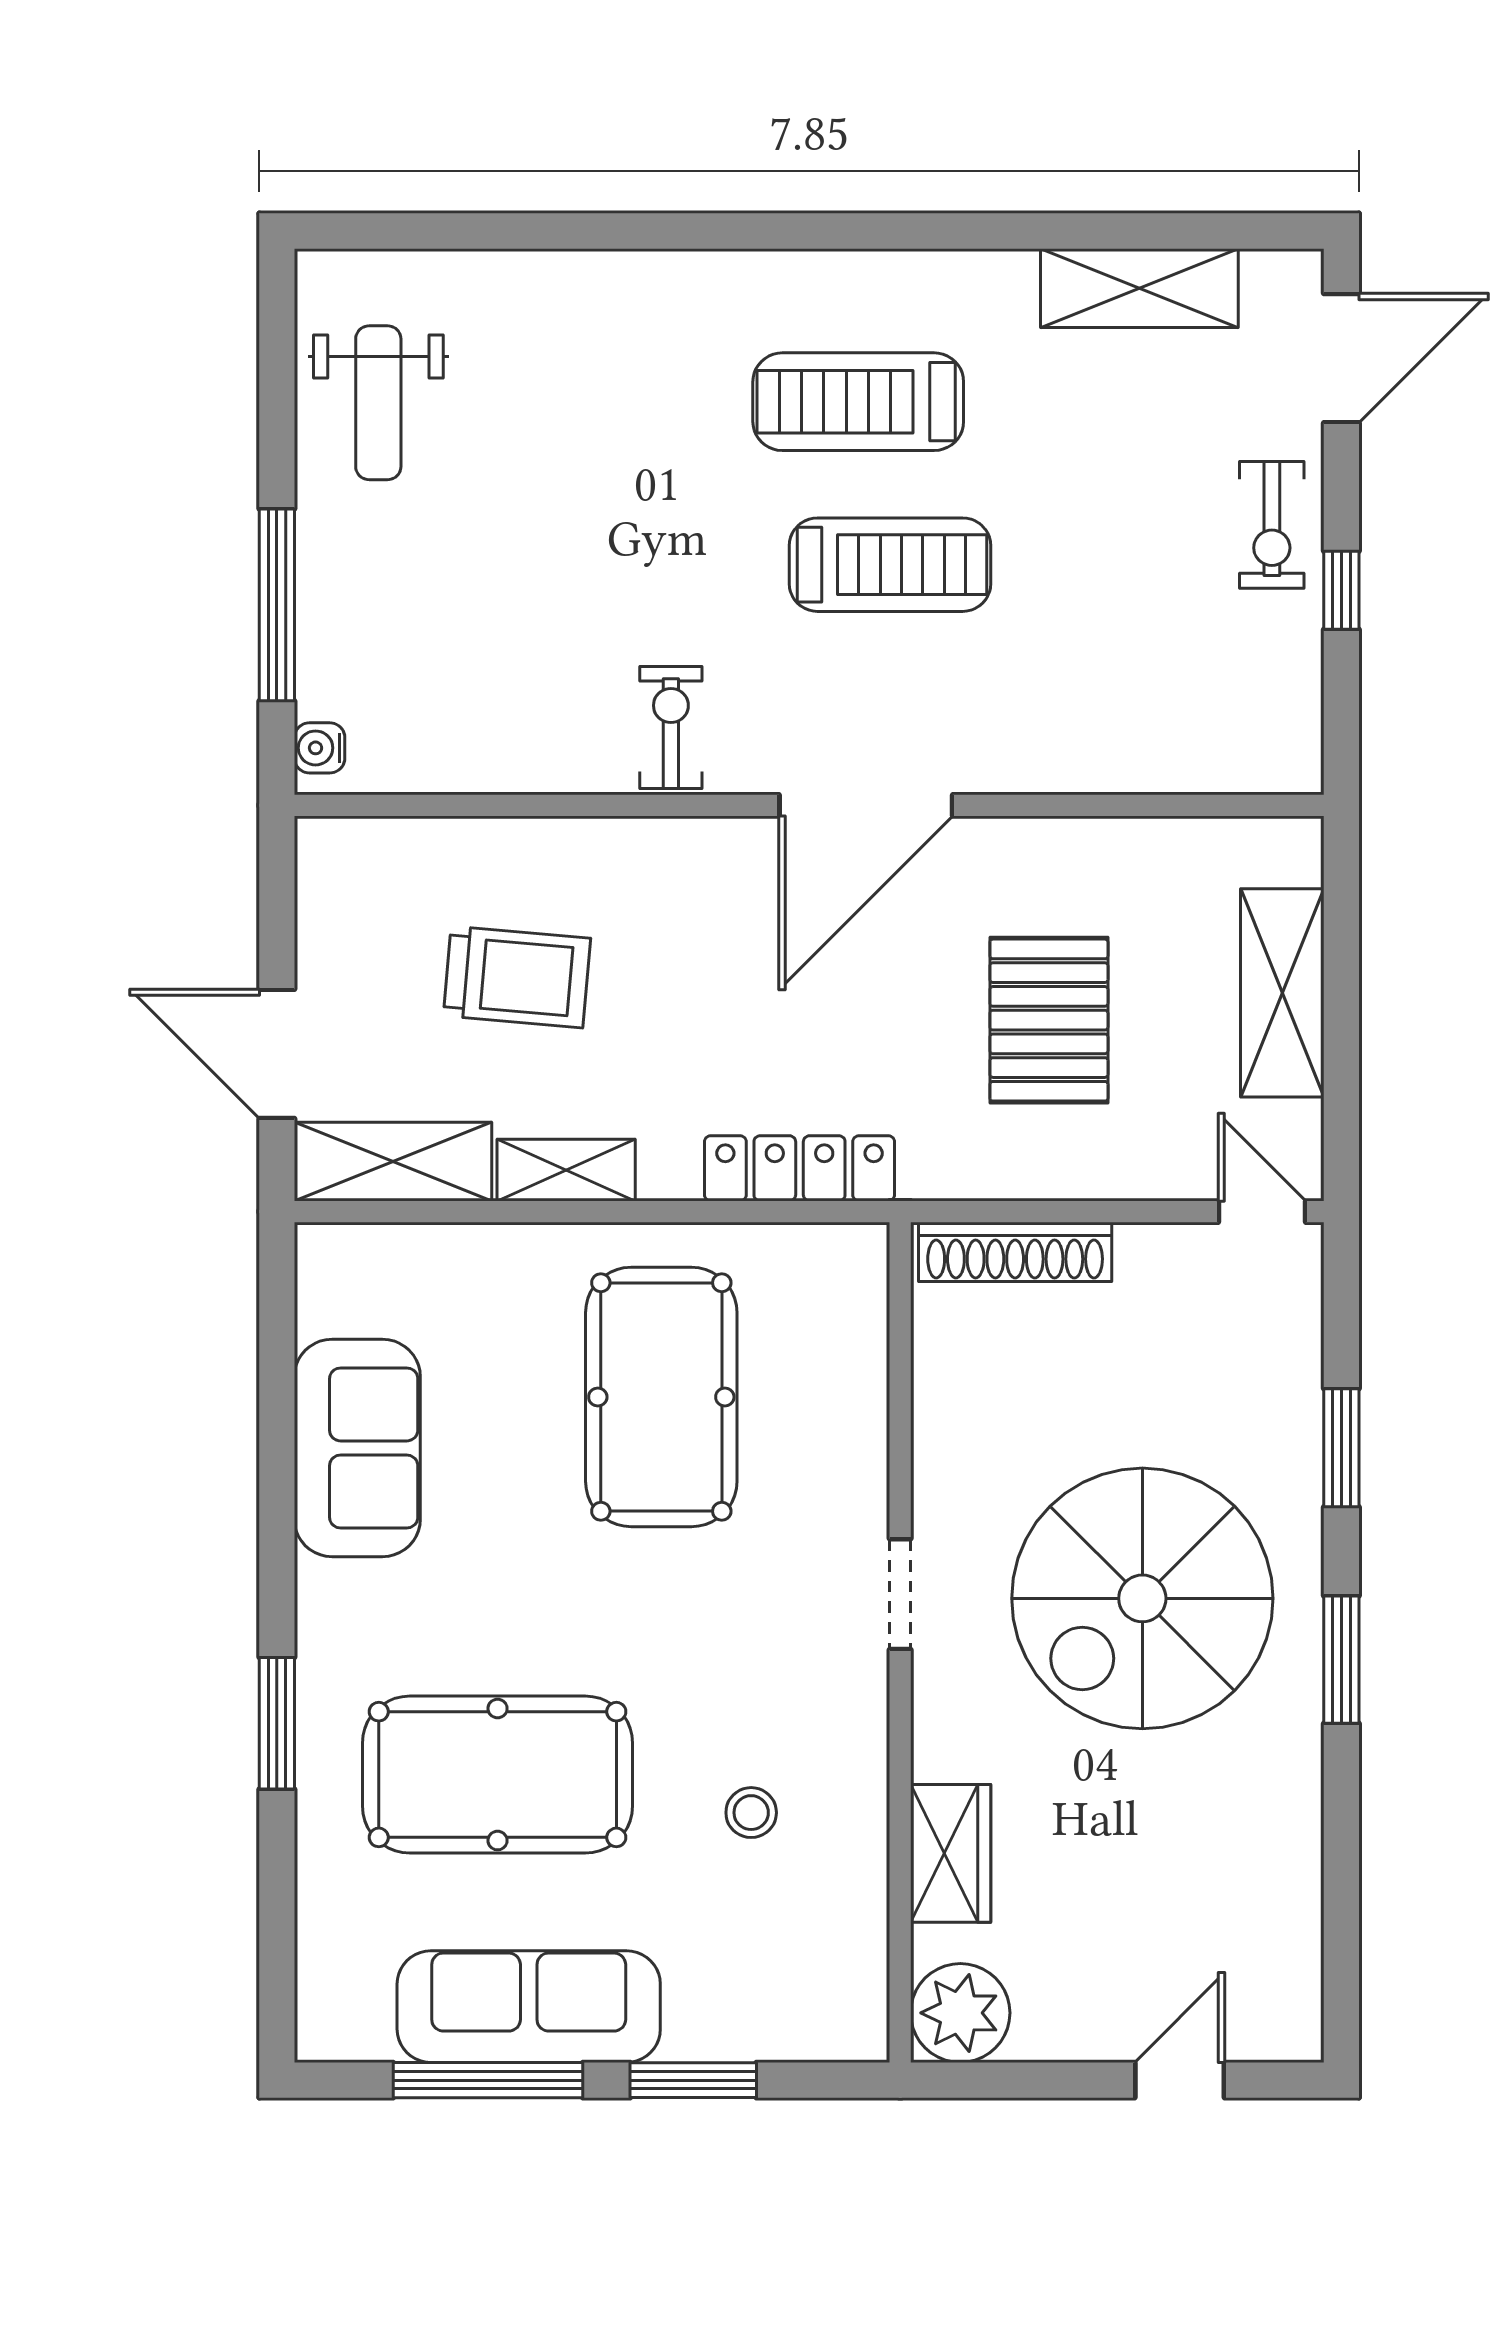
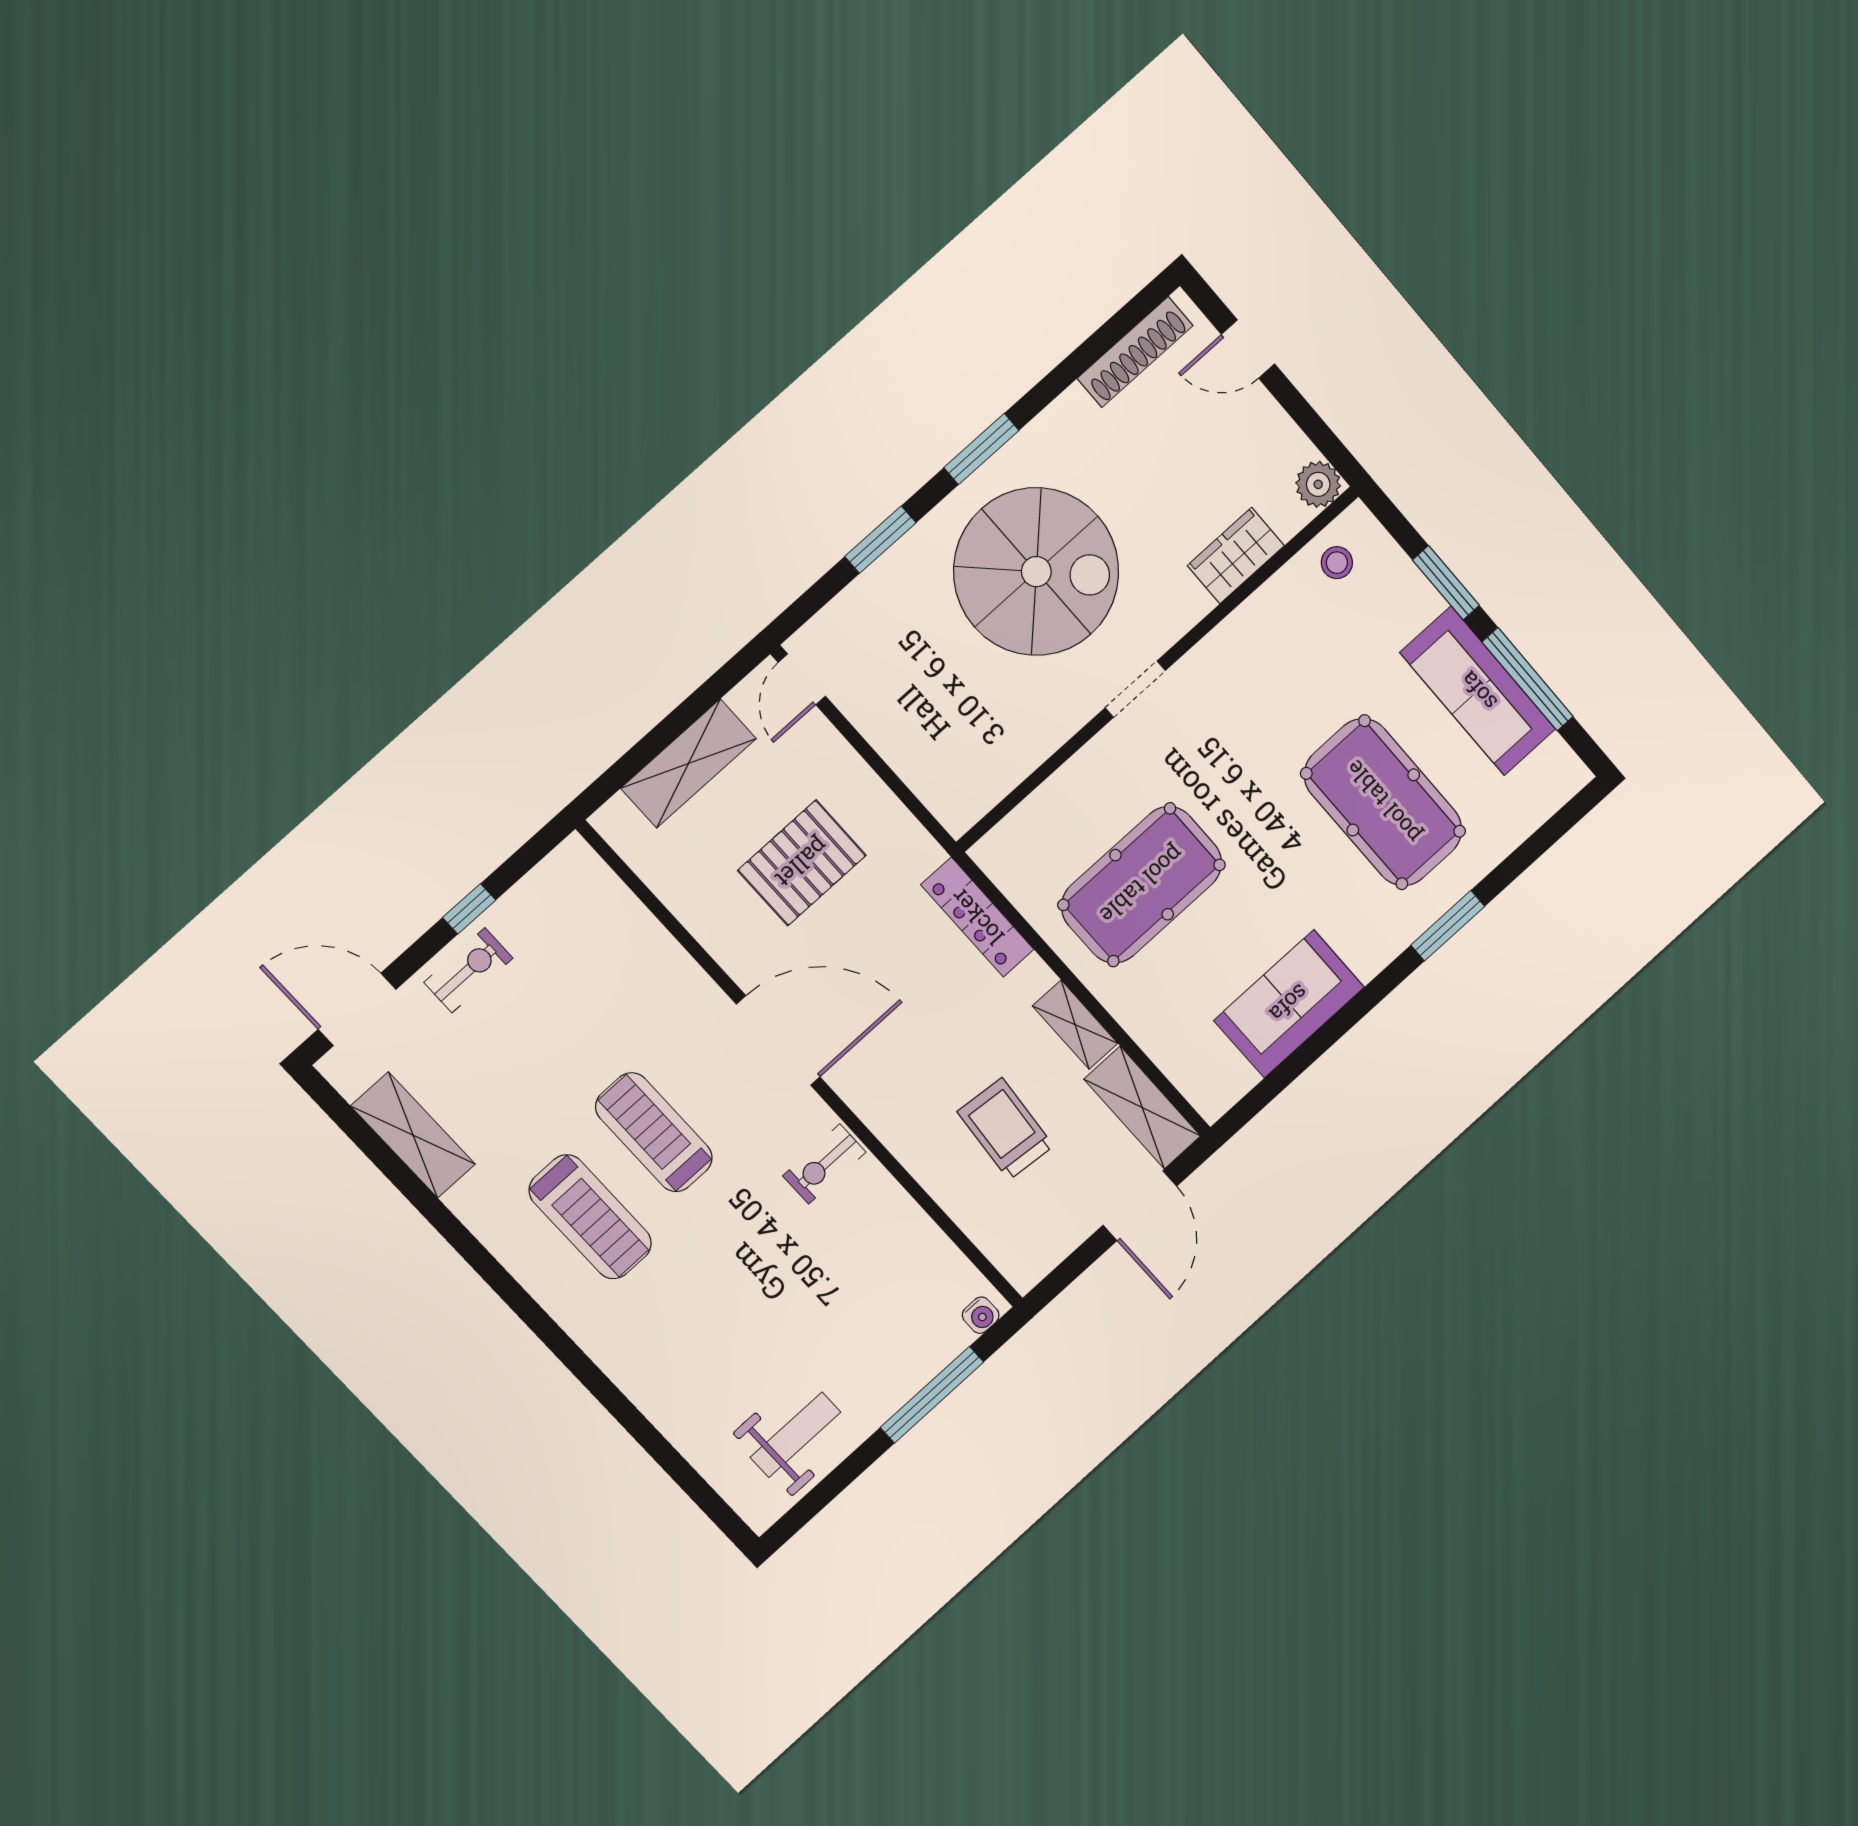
shoe rack: (1015, 1252) -> (1135, 352), moved, turned 90
stool: (751, 1813) -> (1337, 563), moved
plant: (960, 2013) -> (1318, 484), width x0.73, depth x0.73

